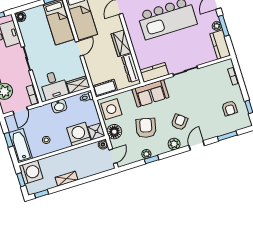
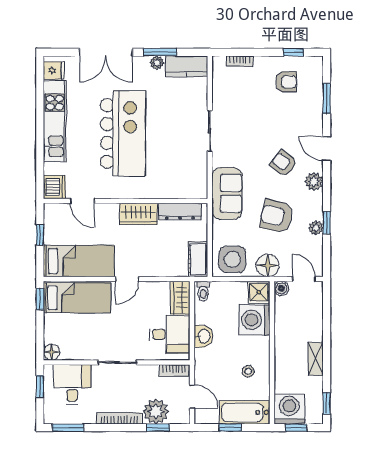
door: (79, 49) -> (127, 279), swing flipped
kitchen counter: (154, 72) -> (197, 178), removed

